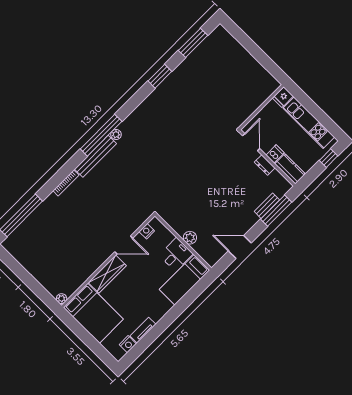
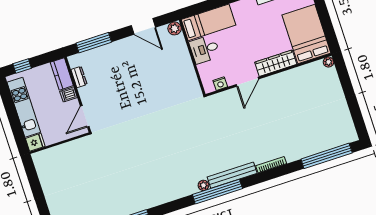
dresser: (265, 165) -> (79, 77), moved
bench: (267, 206) -> (100, 51), removed
plant: (190, 238) -> (175, 28), moved
door: (124, 245) -> (247, 82), swing flipped

